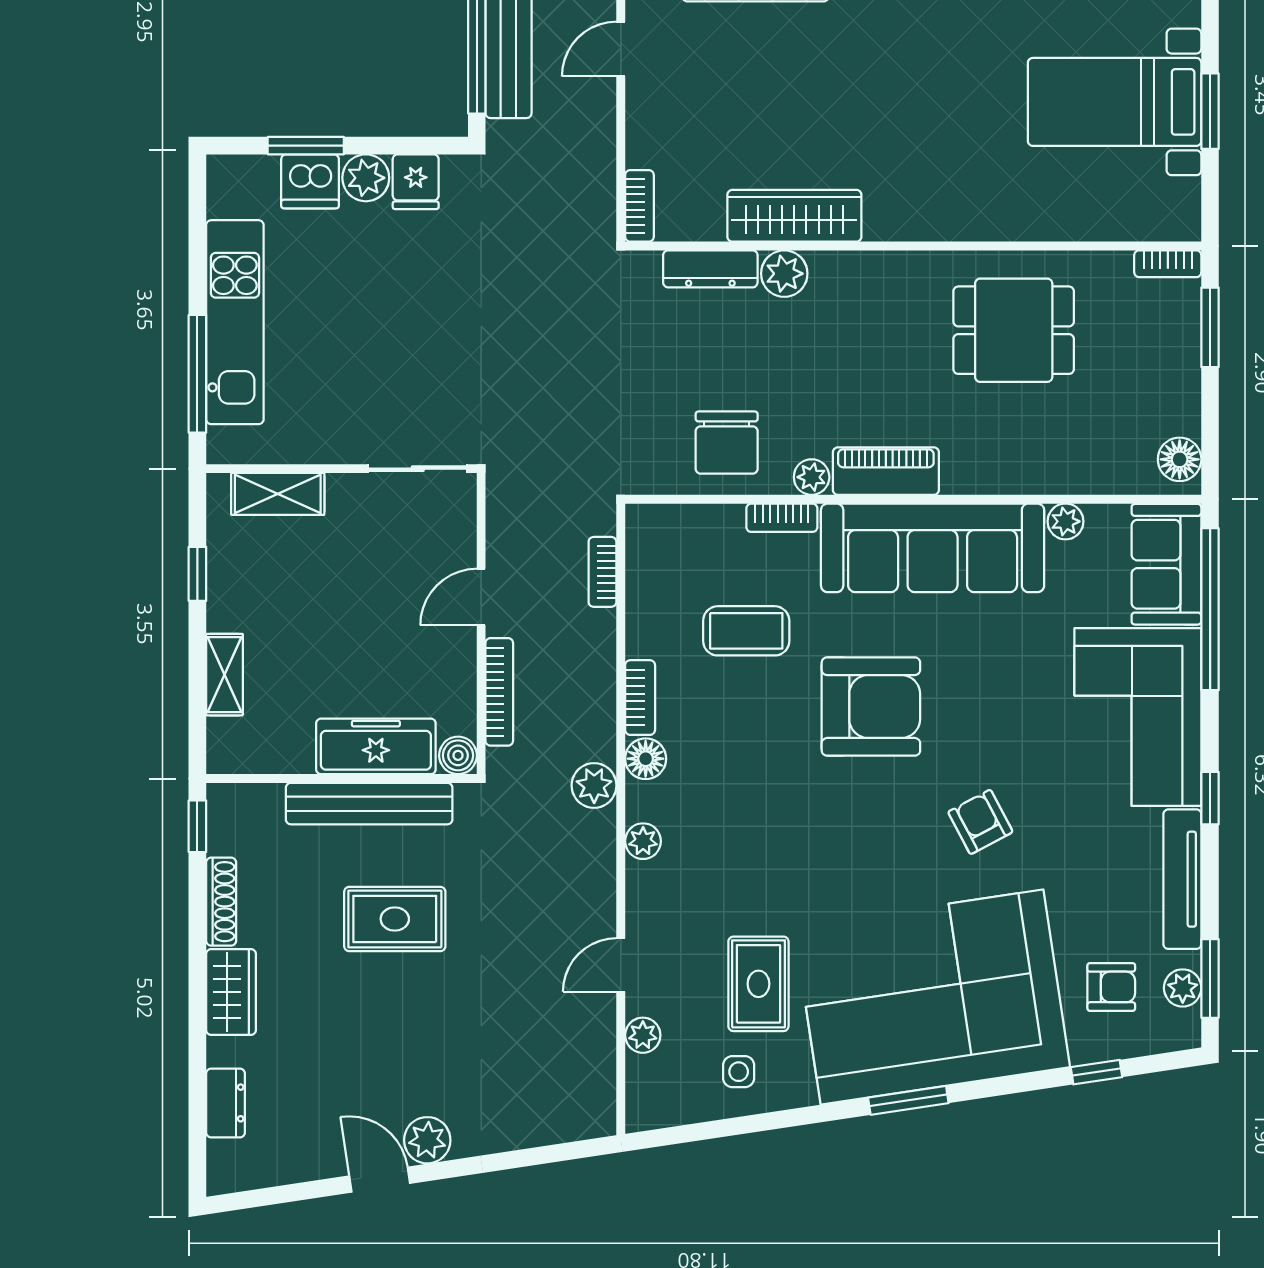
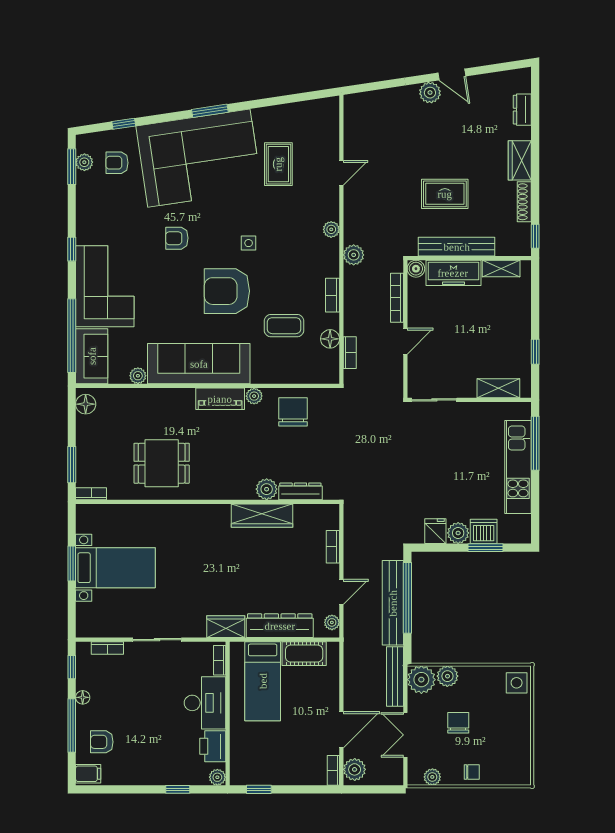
bookcase: (639, 206) -> (333, 547), moved
bookcase: (782, 518) -> (268, 377), removed
shelving: (225, 675) -> (501, 268), moved, turned 90
floor lamp: (646, 759) -> (330, 339), moved
armchair: (980, 822) -> (177, 238), turned 118
tv unit: (1182, 879) -> (84, 212), removed
plant: (643, 1035) -> (331, 141), removed
side table: (739, 1072) -> (249, 243), moved

